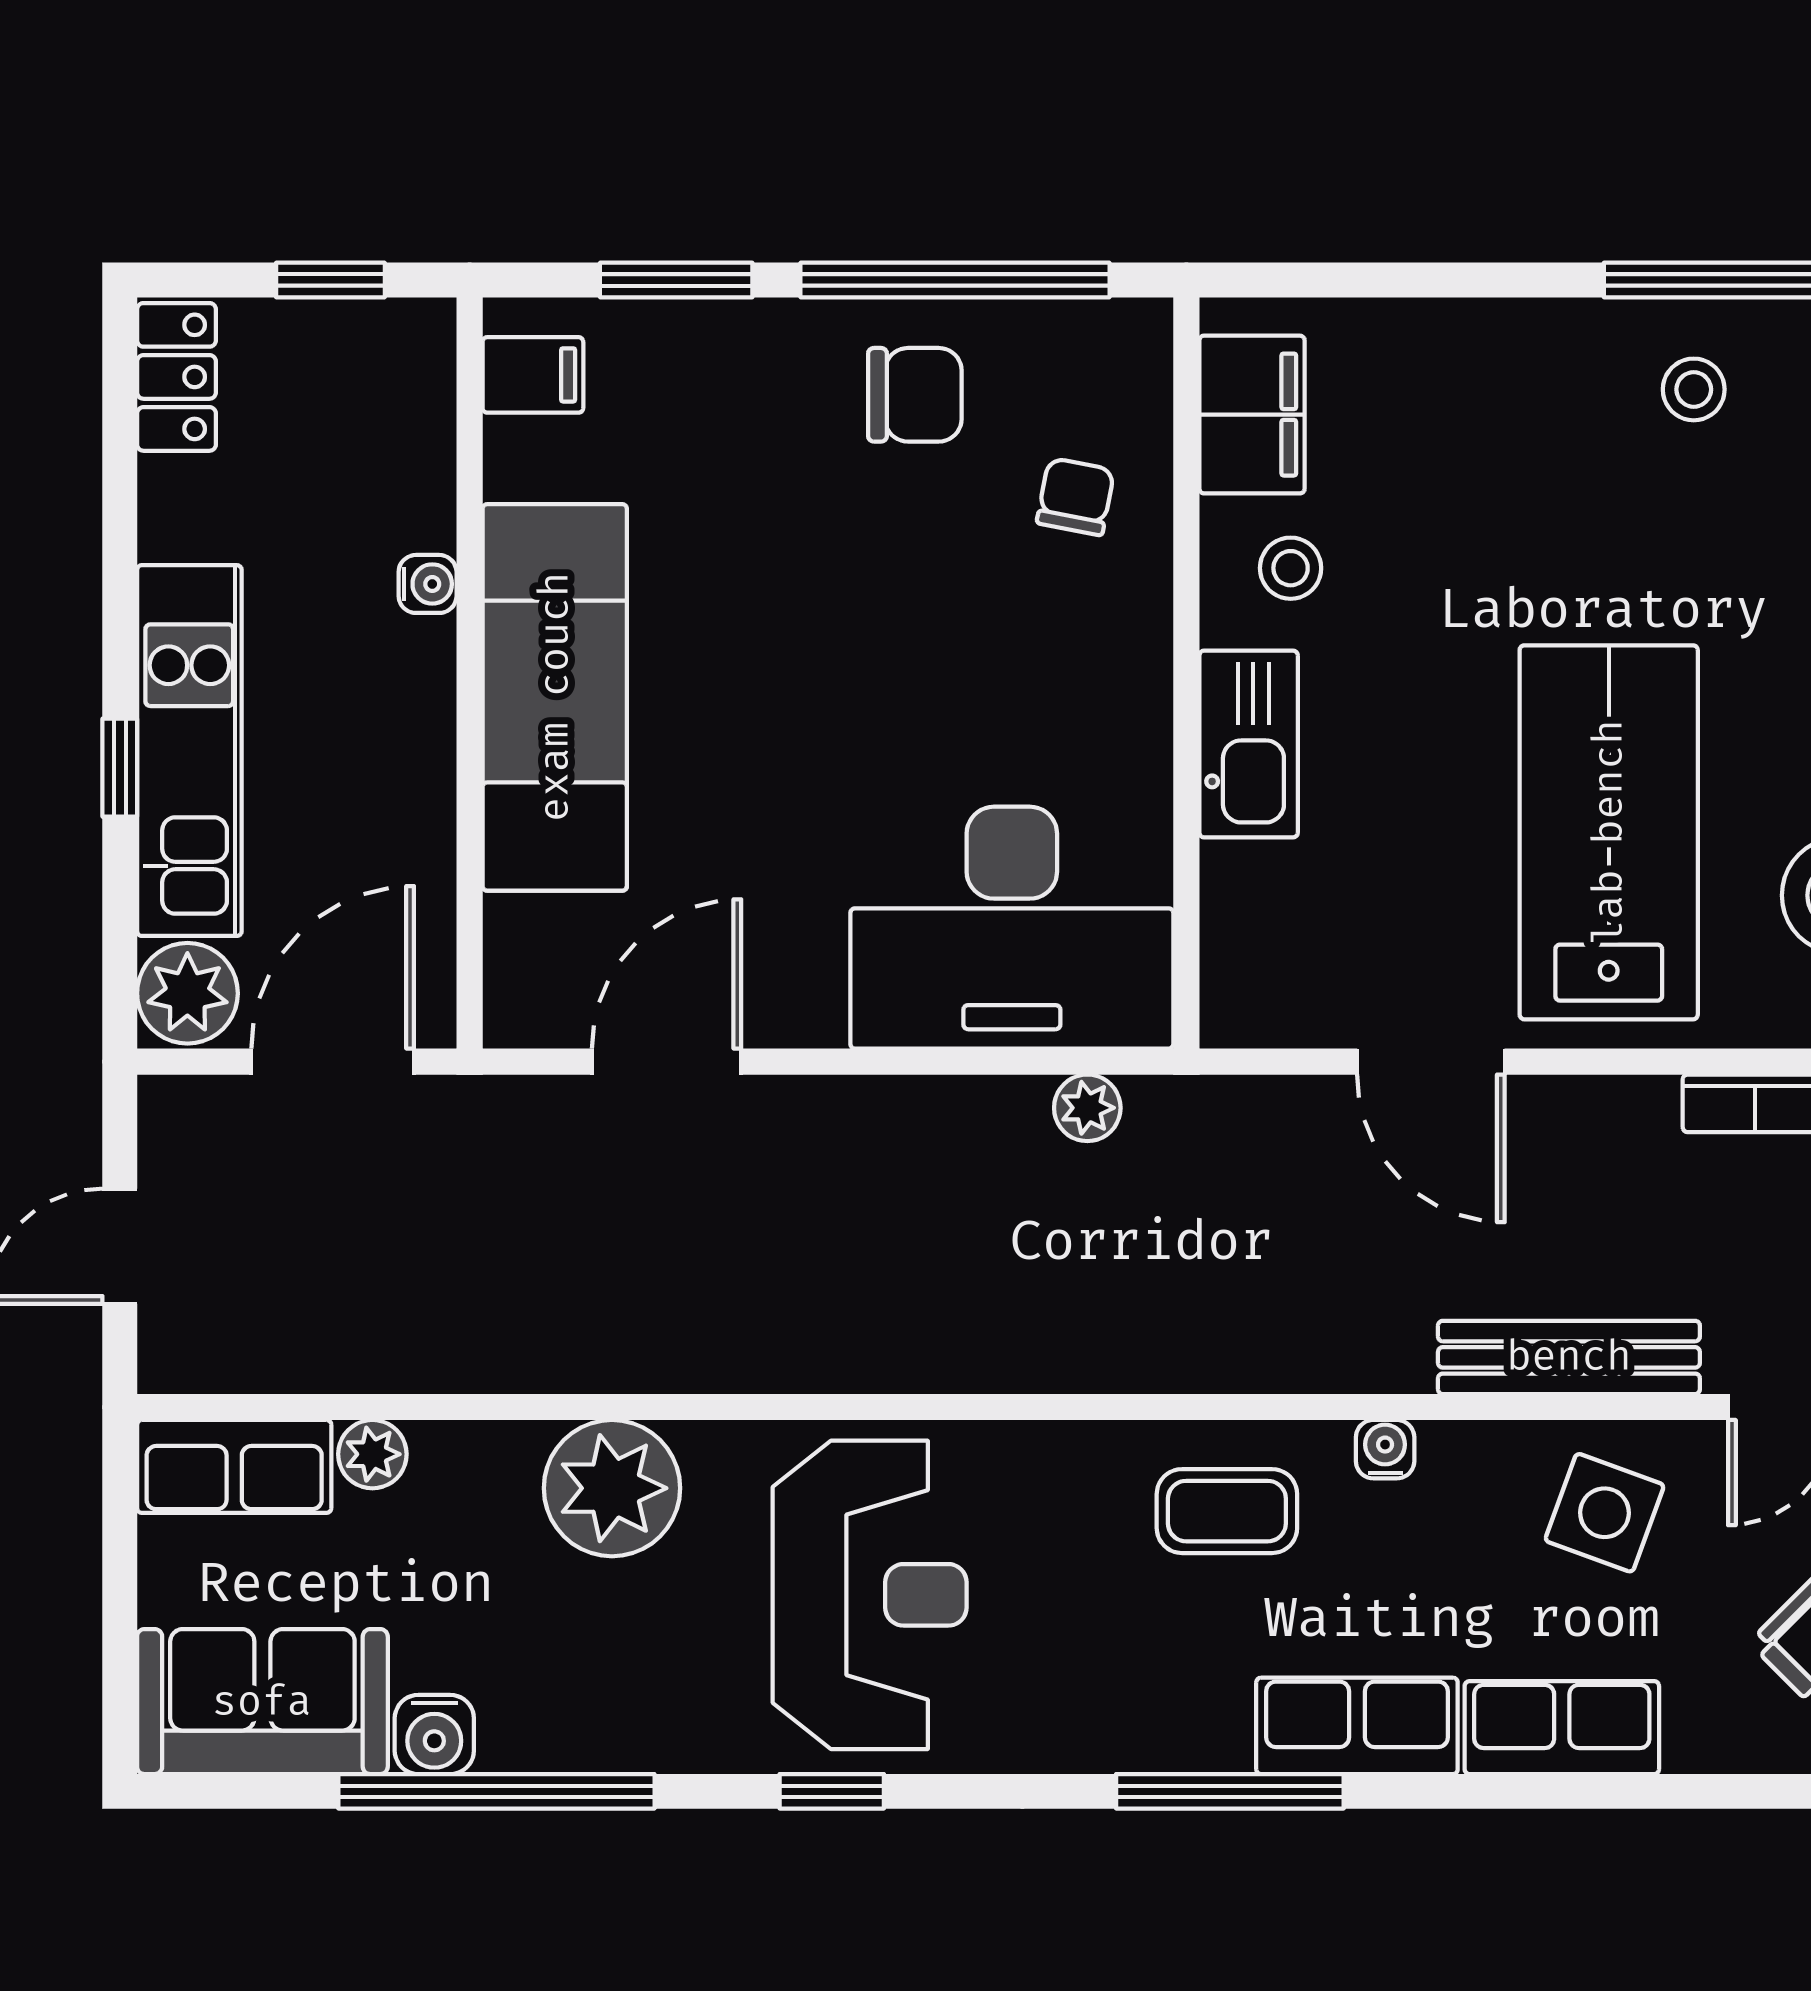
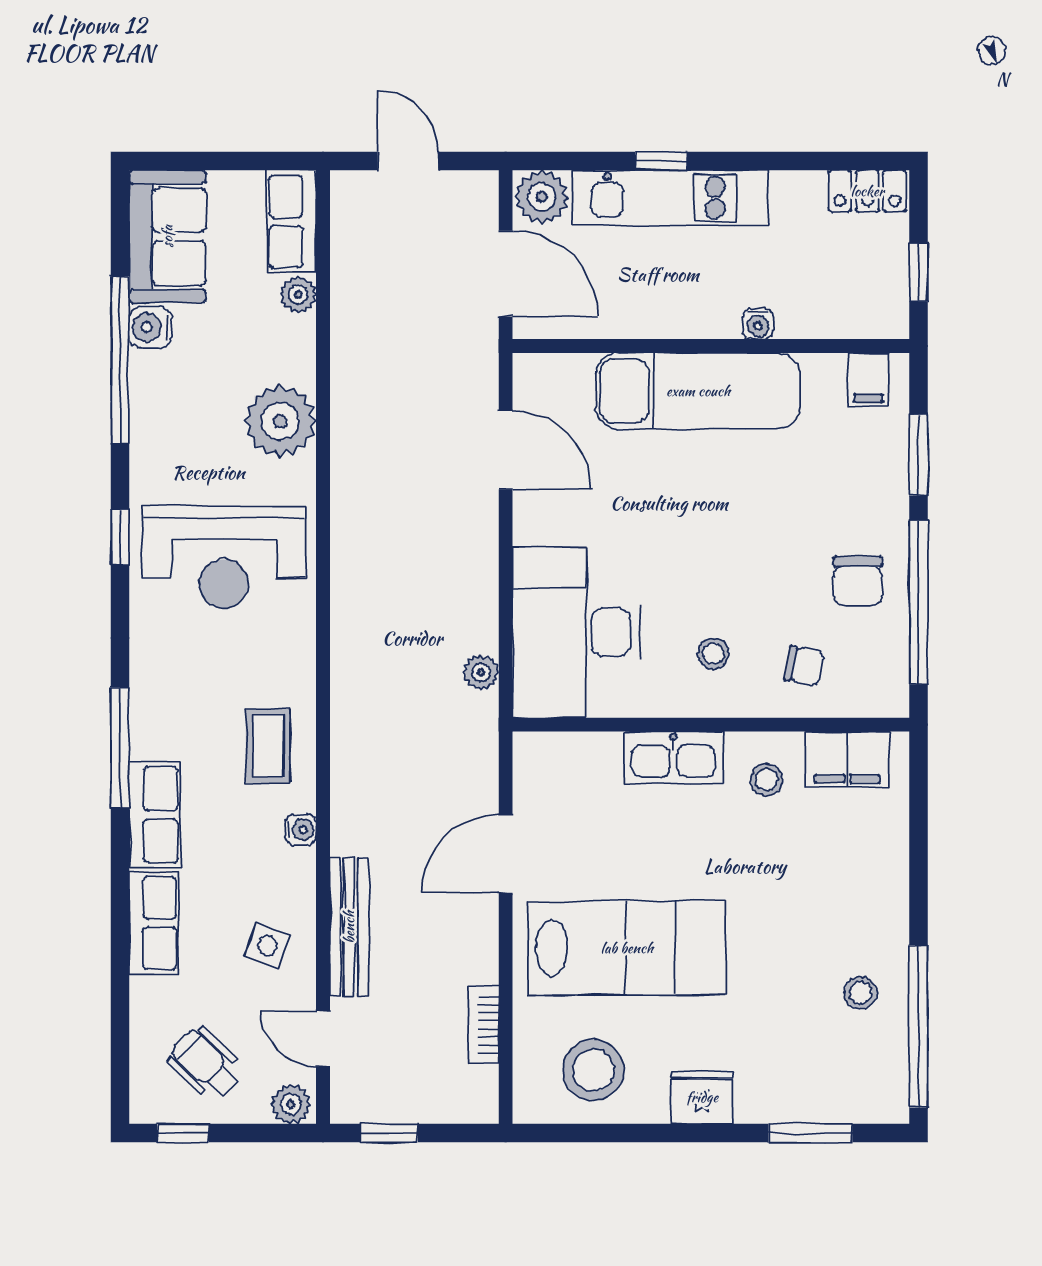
stool: (1052, 668) -> (713, 653), added
side table: (1605, 1513) -> (267, 946), width x0.73, depth x0.73

